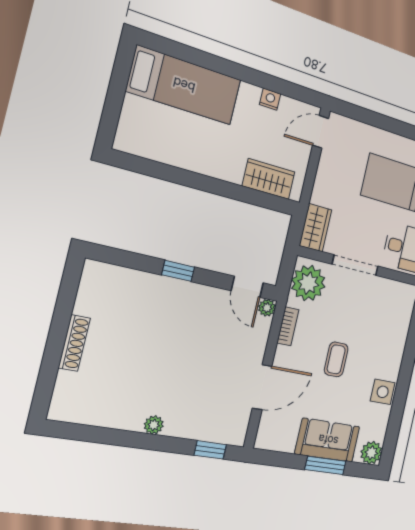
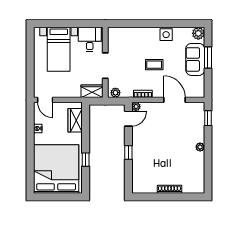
bed: (184, 85) -> (56, 169), width x2.04
window: (184, 177) -> (86, 160), added
plant: (308, 283) -> (115, 93), width x0.53, depth x0.53

